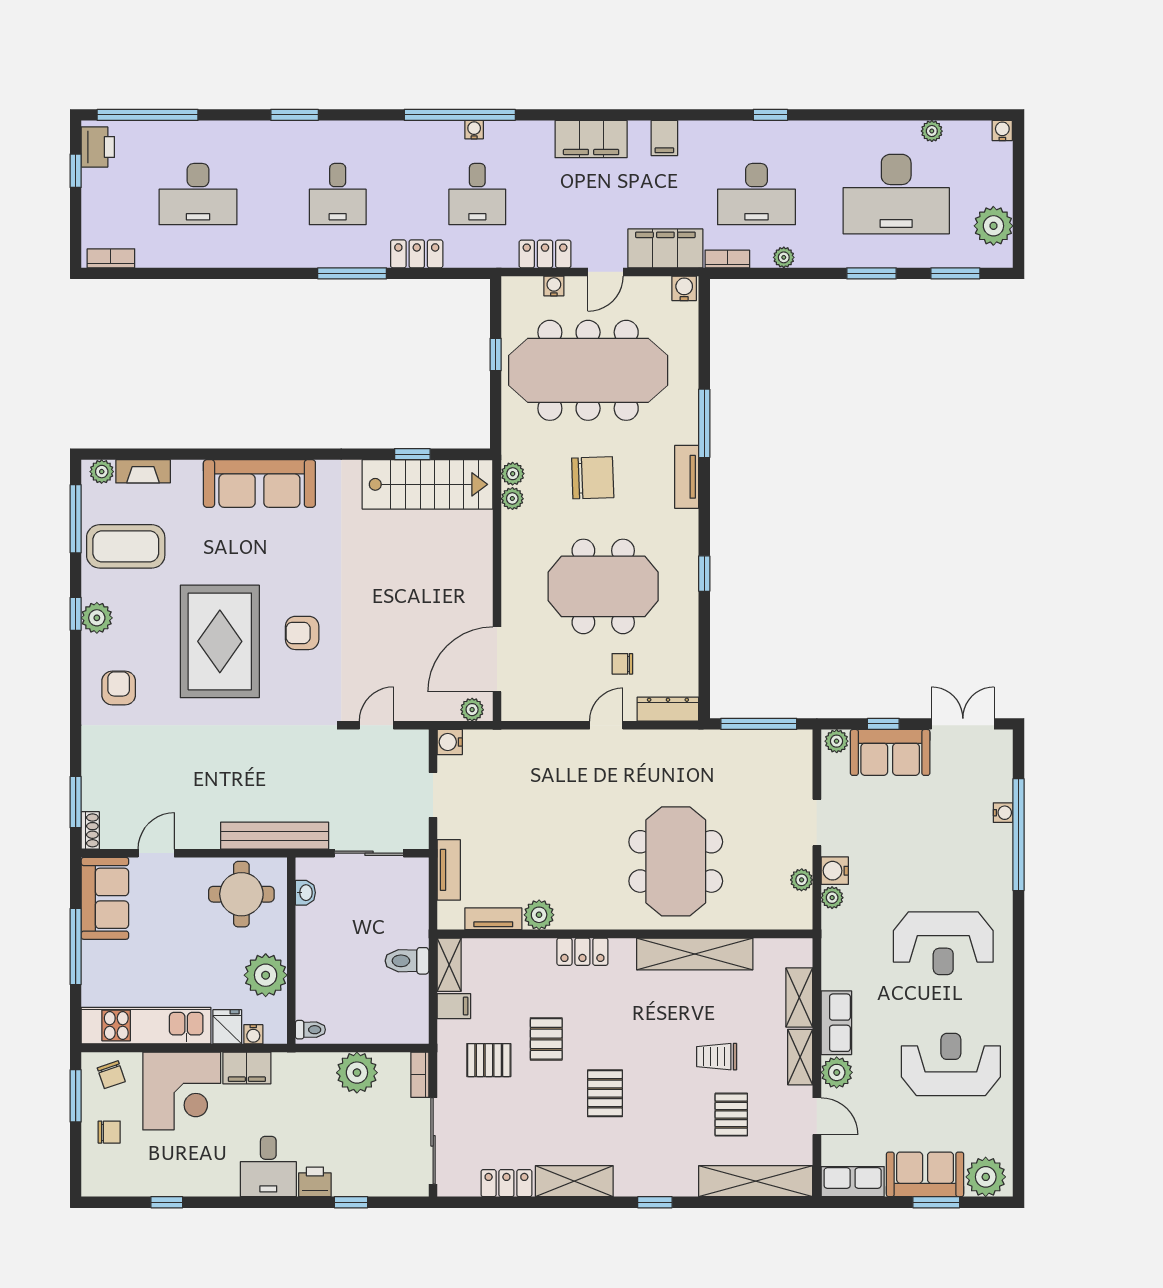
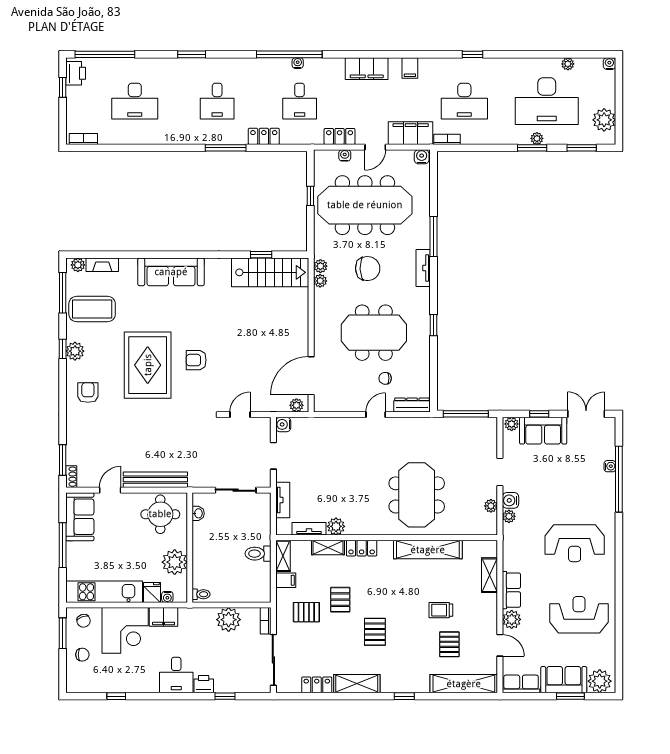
plant: (784, 257) -> (537, 138), moved
bench: (275, 836) -> (155, 480), moved
shelving: (800, 1057) -> (328, 548), moved, turned 90

